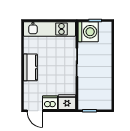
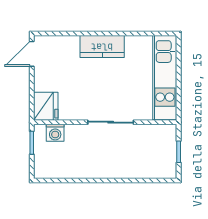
washing machine: (88, 32) -> (55, 133), moved, width x0.53, depth x0.53
dishwasher: (50, 103) -> (45, 79), removed

